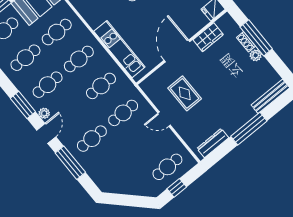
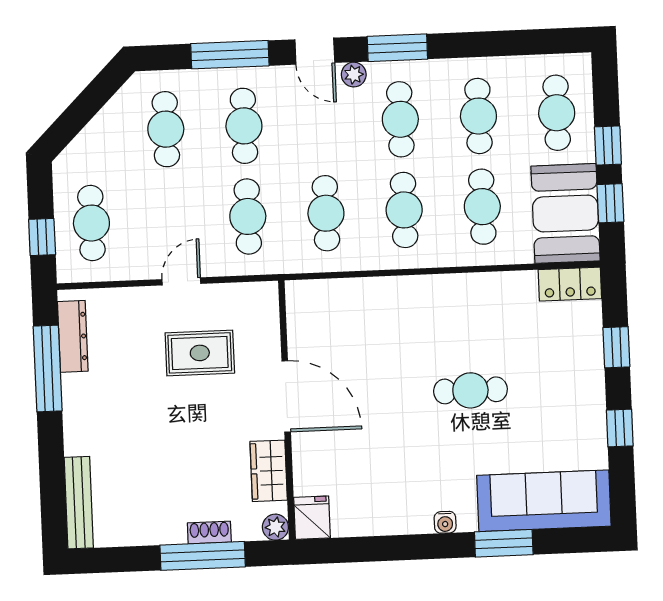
kitchen unit: (119, 49) -> (367, 296), removed
plant: (256, 55) -> (275, 527), moved
window: (249, 129) -> (48, 369), moved
cafe table: (114, 166) -> (166, 129), added
window: (177, 188) -> (42, 237), moved

